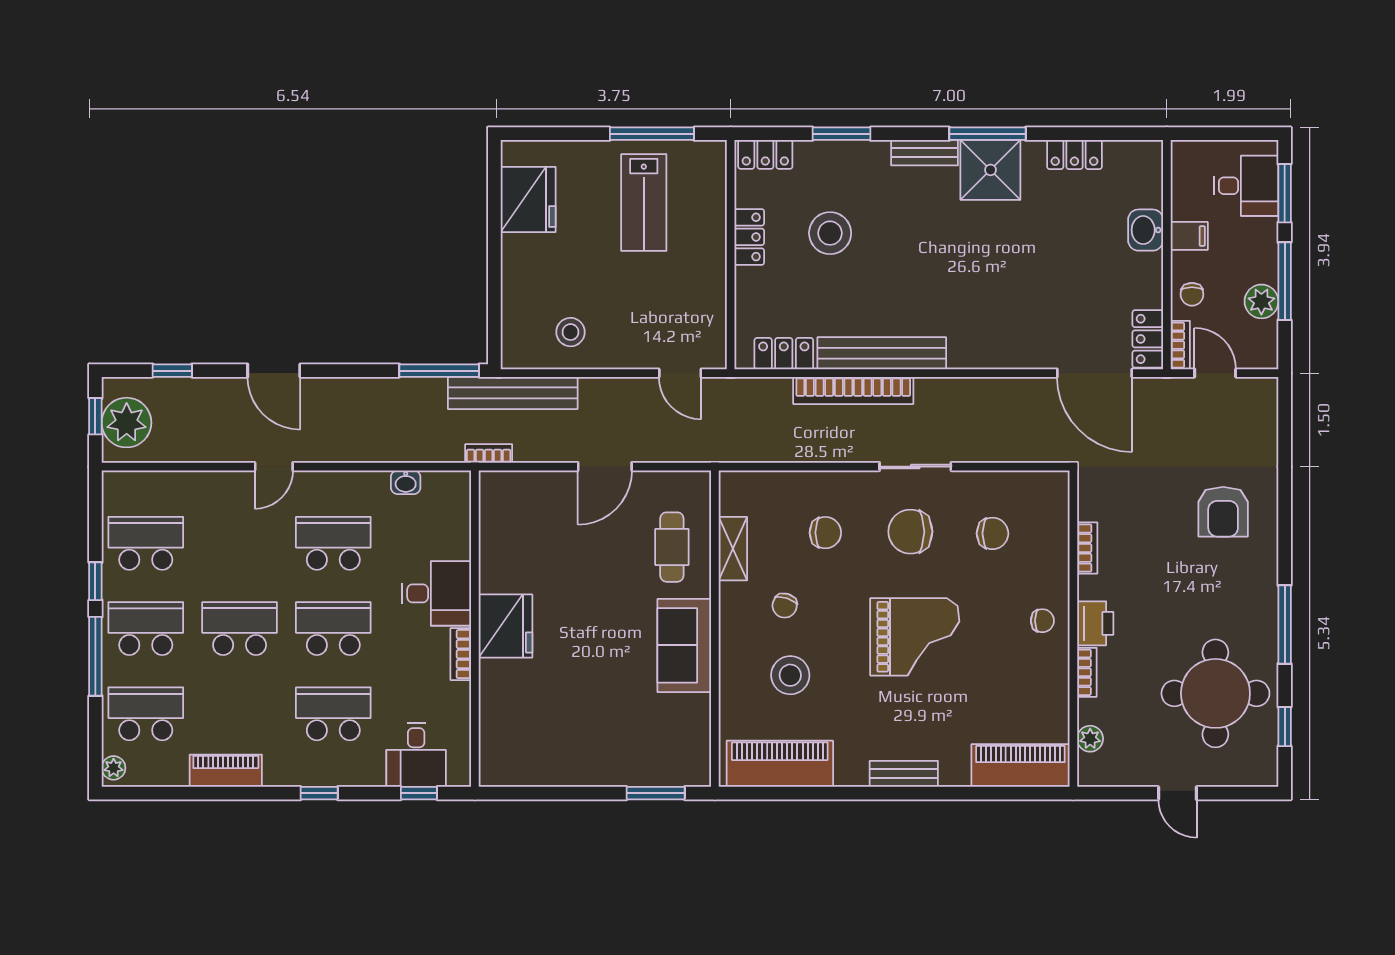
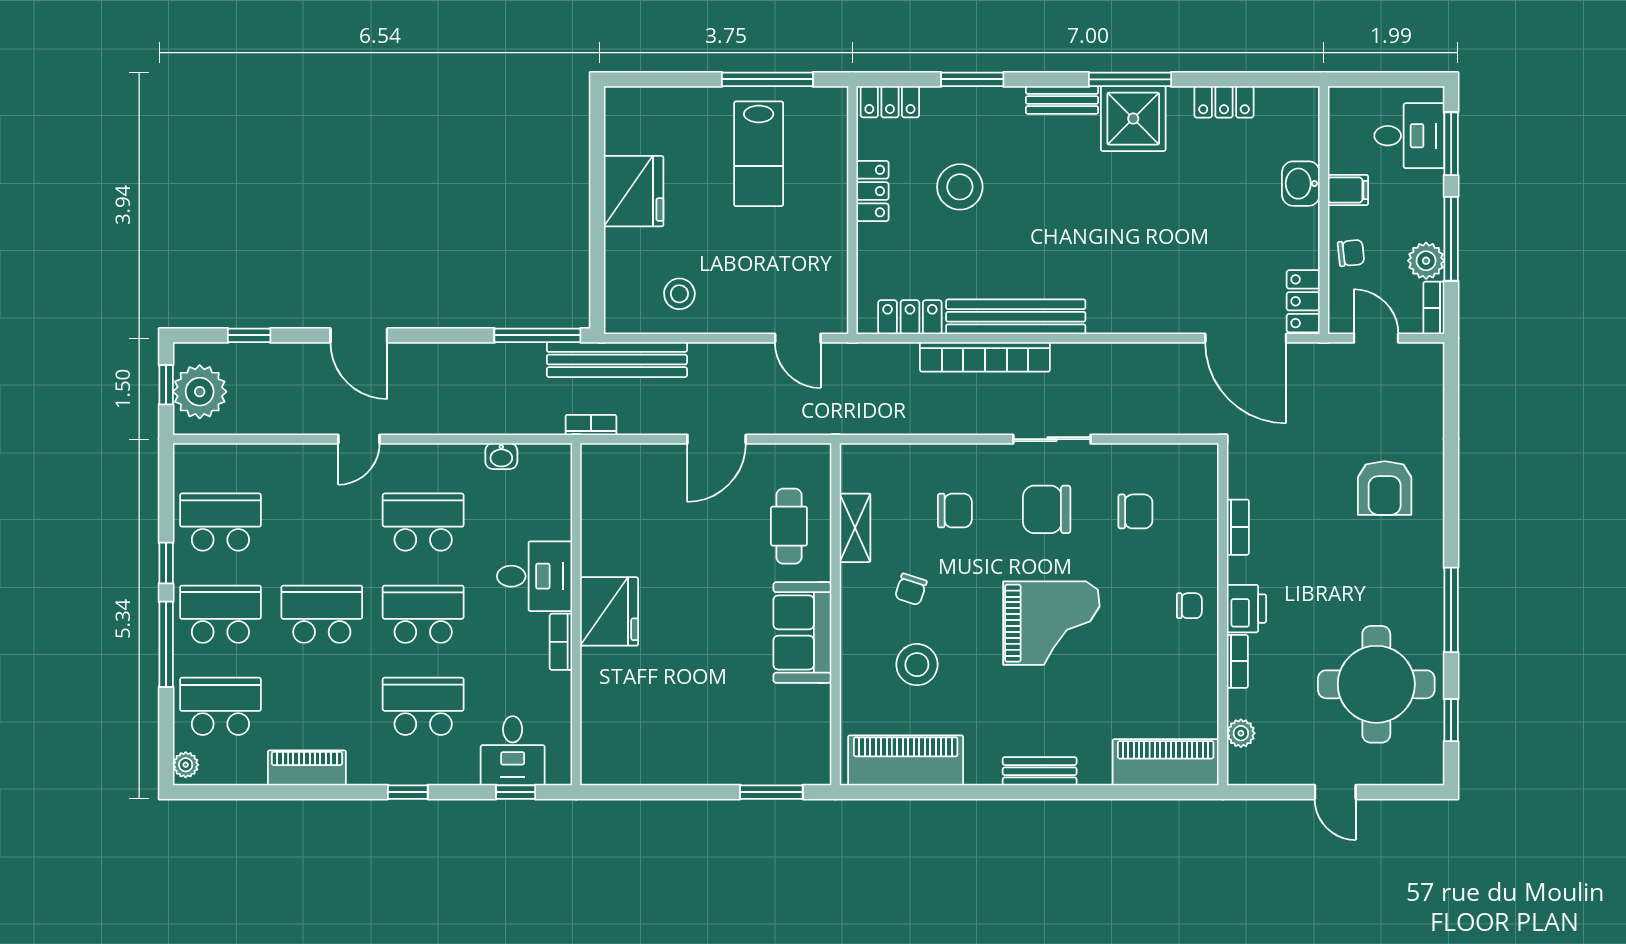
fridge: (528, 200) -> (634, 191), moved
chair: (1192, 294) -> (1351, 253), turned -96
bookcase: (1180, 345) -> (1434, 308), moved, turned 180

